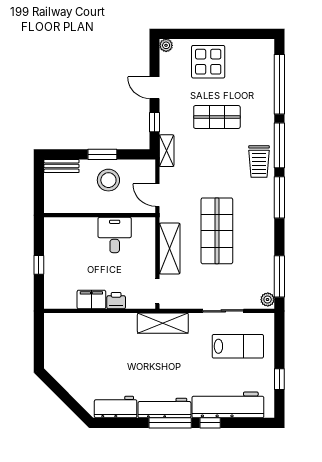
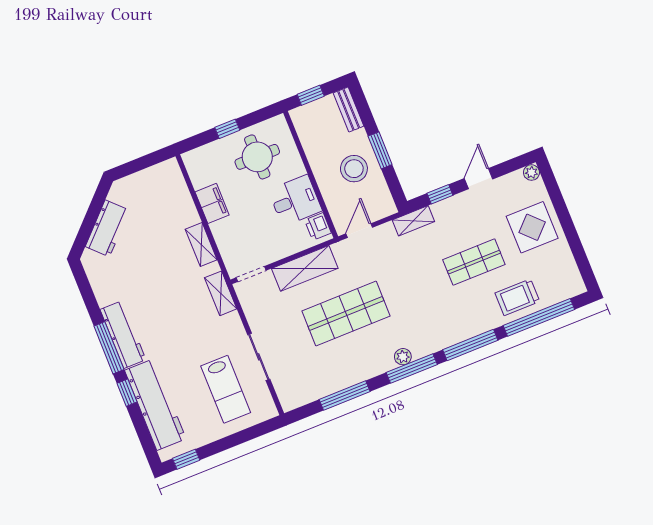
shop shelf: (217, 117) -> (474, 262), turned 90
trolley: (259, 162) -> (517, 297), moved
window: (39, 191) -> (311, 95), added
round table: (70, 251) -> (257, 157), added
window: (279, 276) -> (345, 396), moved
plant: (268, 300) -> (403, 357), moved
printer: (116, 301) -> (318, 227), moved, turned 180
shelving: (119, 320) -> (201, 244), added
shelving: (163, 323) -> (221, 293), width x0.67, depth x0.75
window: (279, 379) -> (186, 459), moved
workbench: (116, 407) -> (107, 228), moved, turned 45

